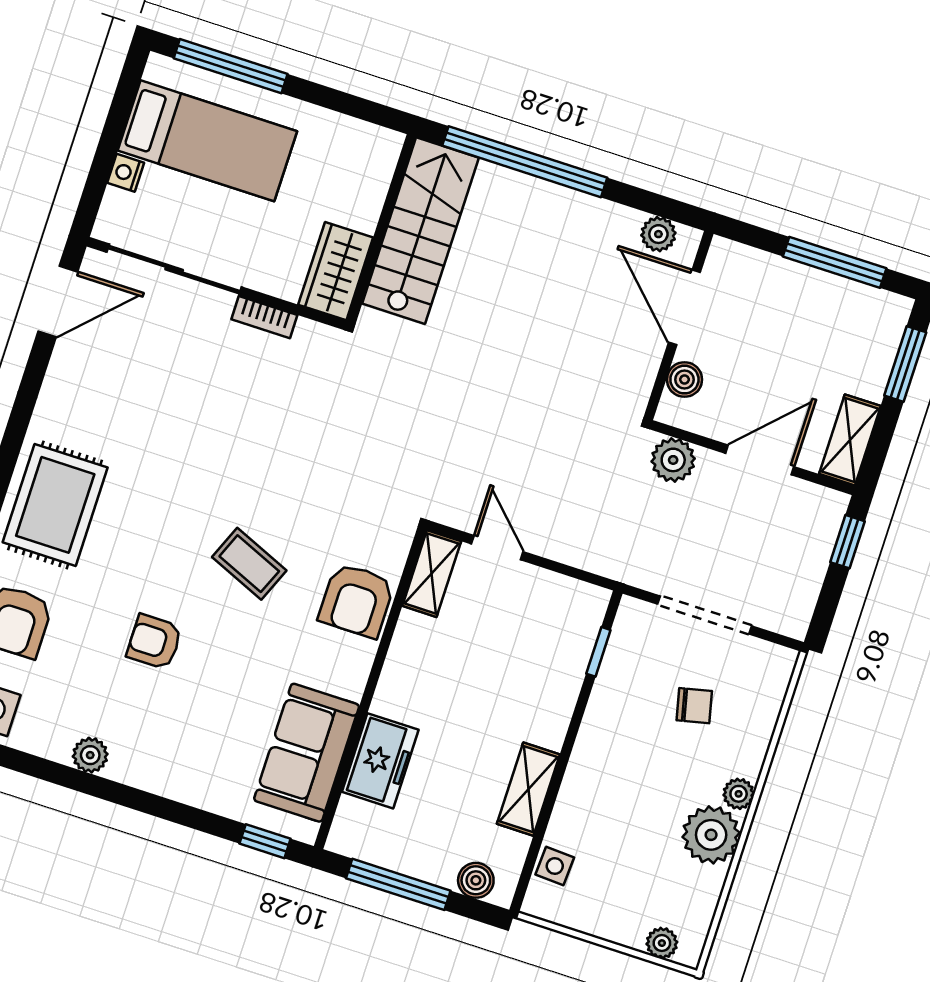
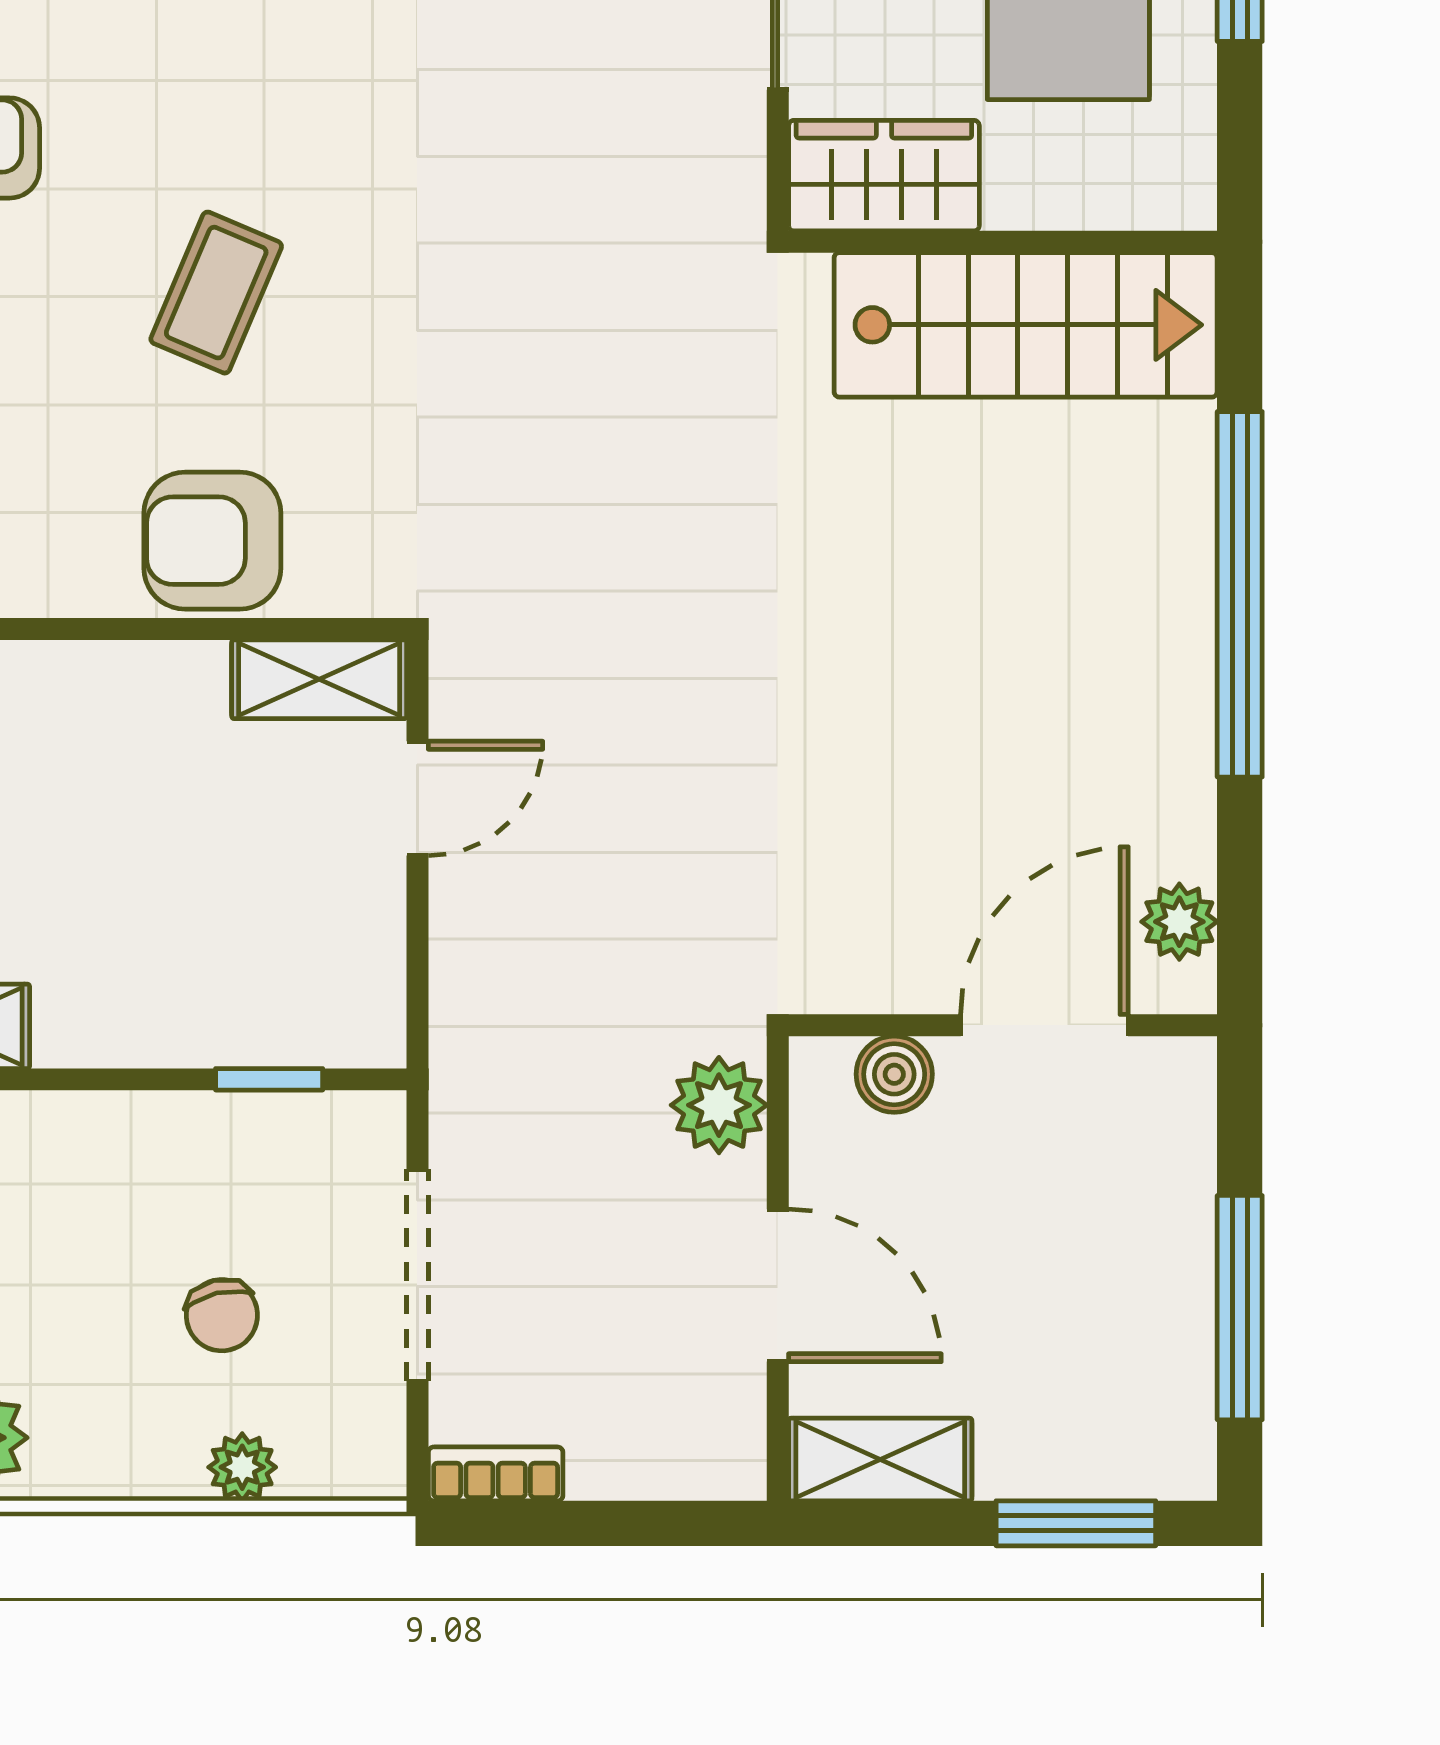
wall: (381, 229) -> (1003, 242), moved
stairs: (421, 231) -> (1026, 325), moved
wardrobe: (336, 271) -> (884, 176), moved
bookcase: (264, 317) -> (496, 1474), moved, turned 90
window: (847, 542) -> (667, 1523), removed
plant: (739, 794) -> (242, 1467), moved

